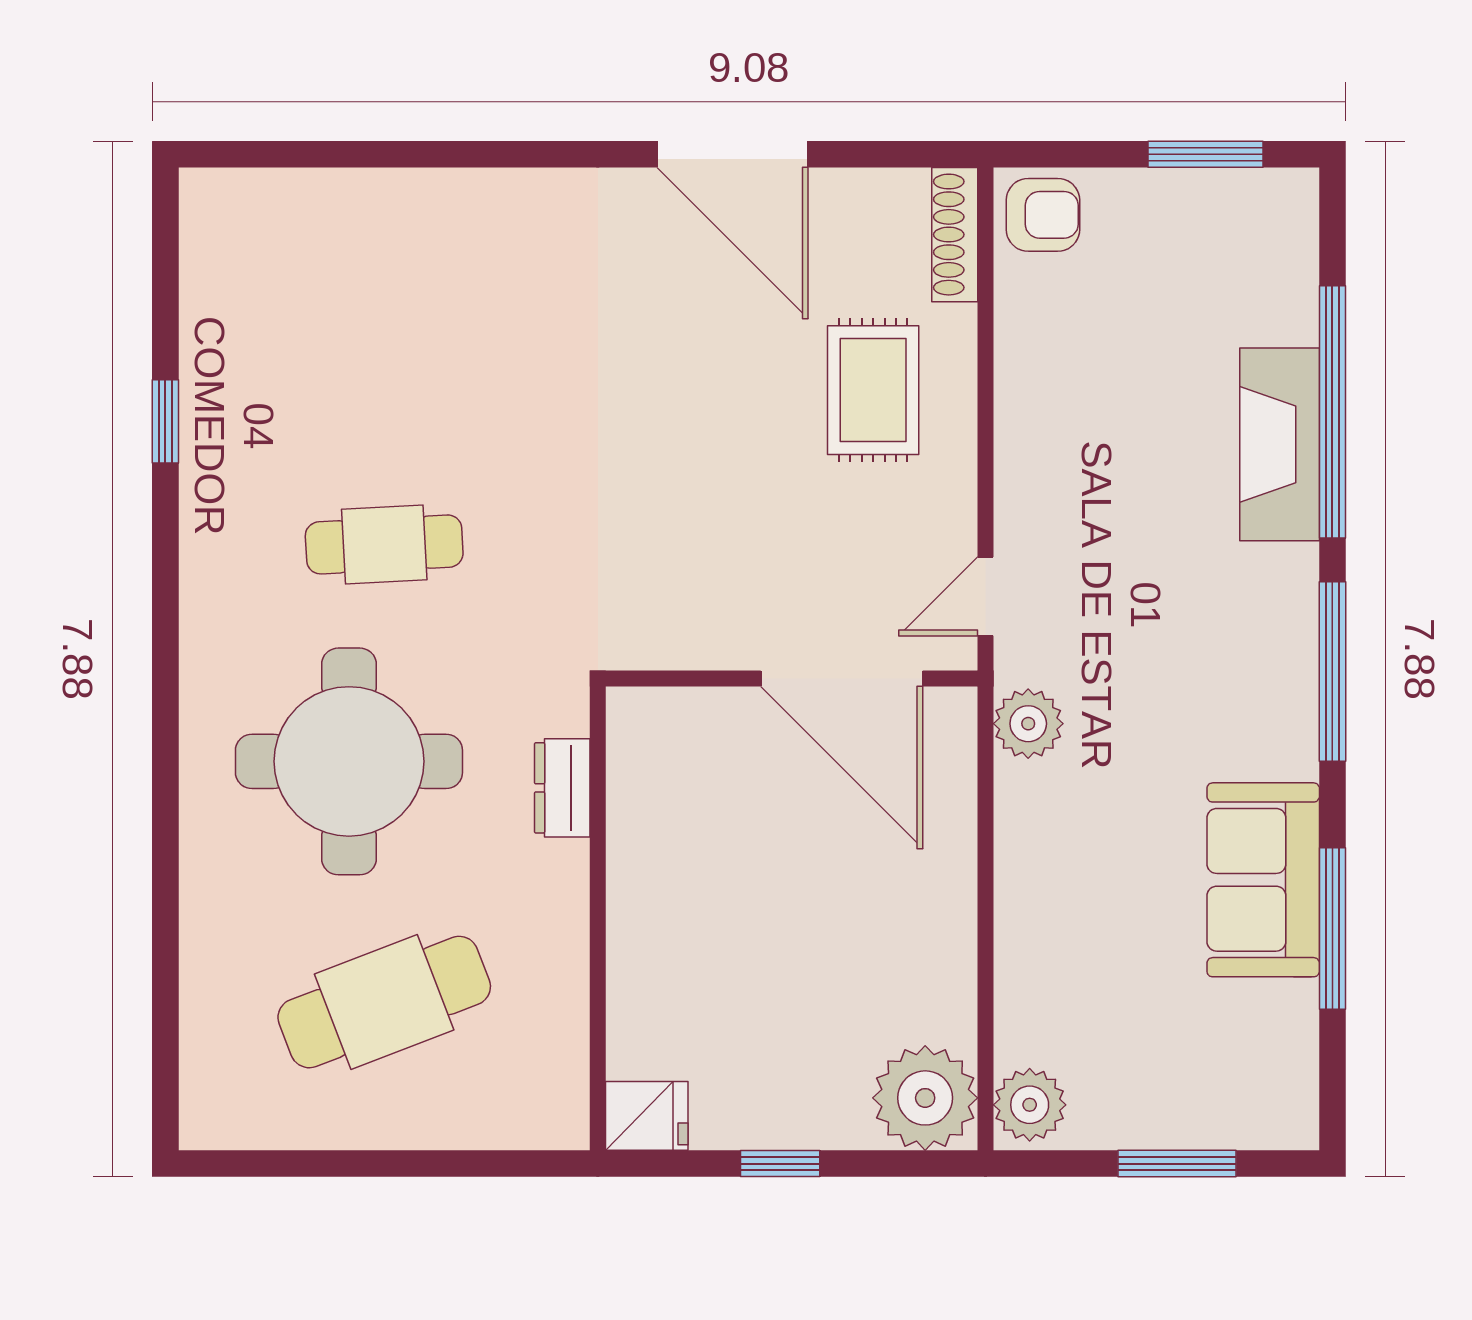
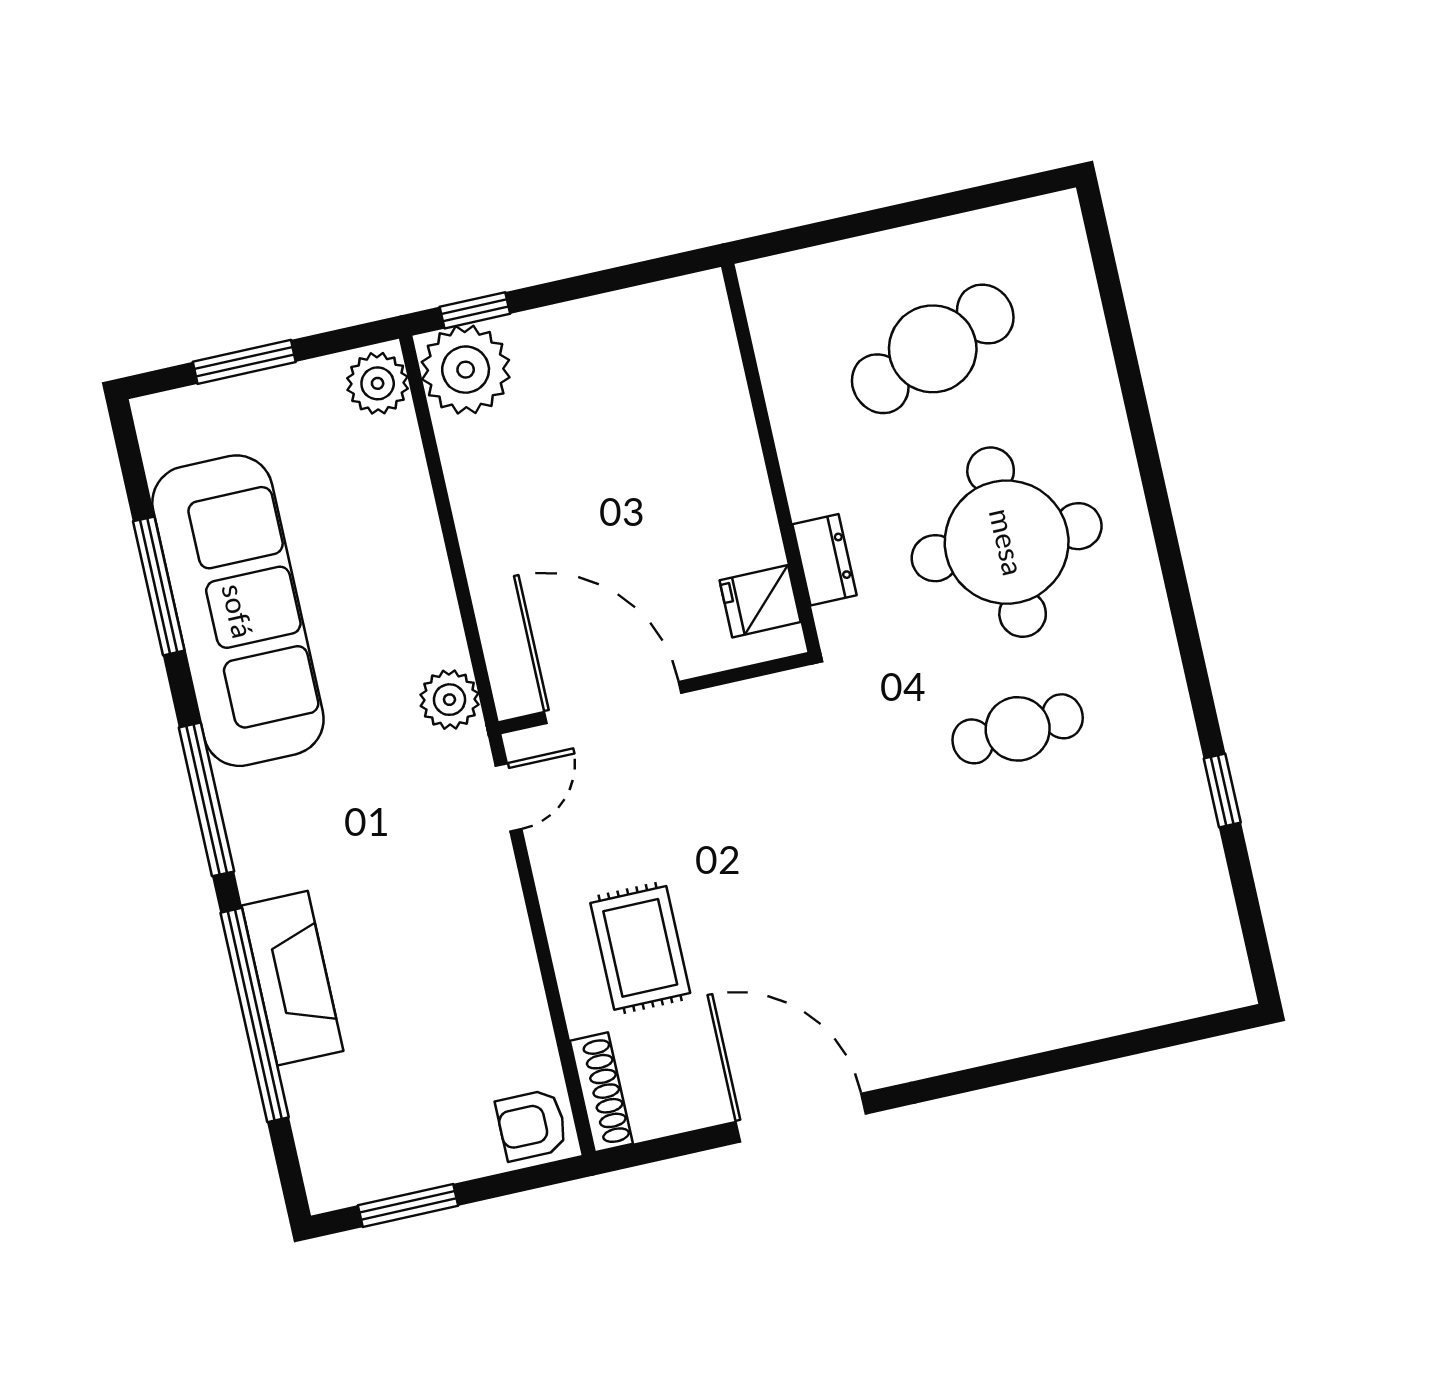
sofa: (1263, 880) -> (238, 611), width x1.85, depth x1.27
fridge: (647, 1116) -> (760, 601), moved
window: (780, 1164) -> (475, 310), moved

